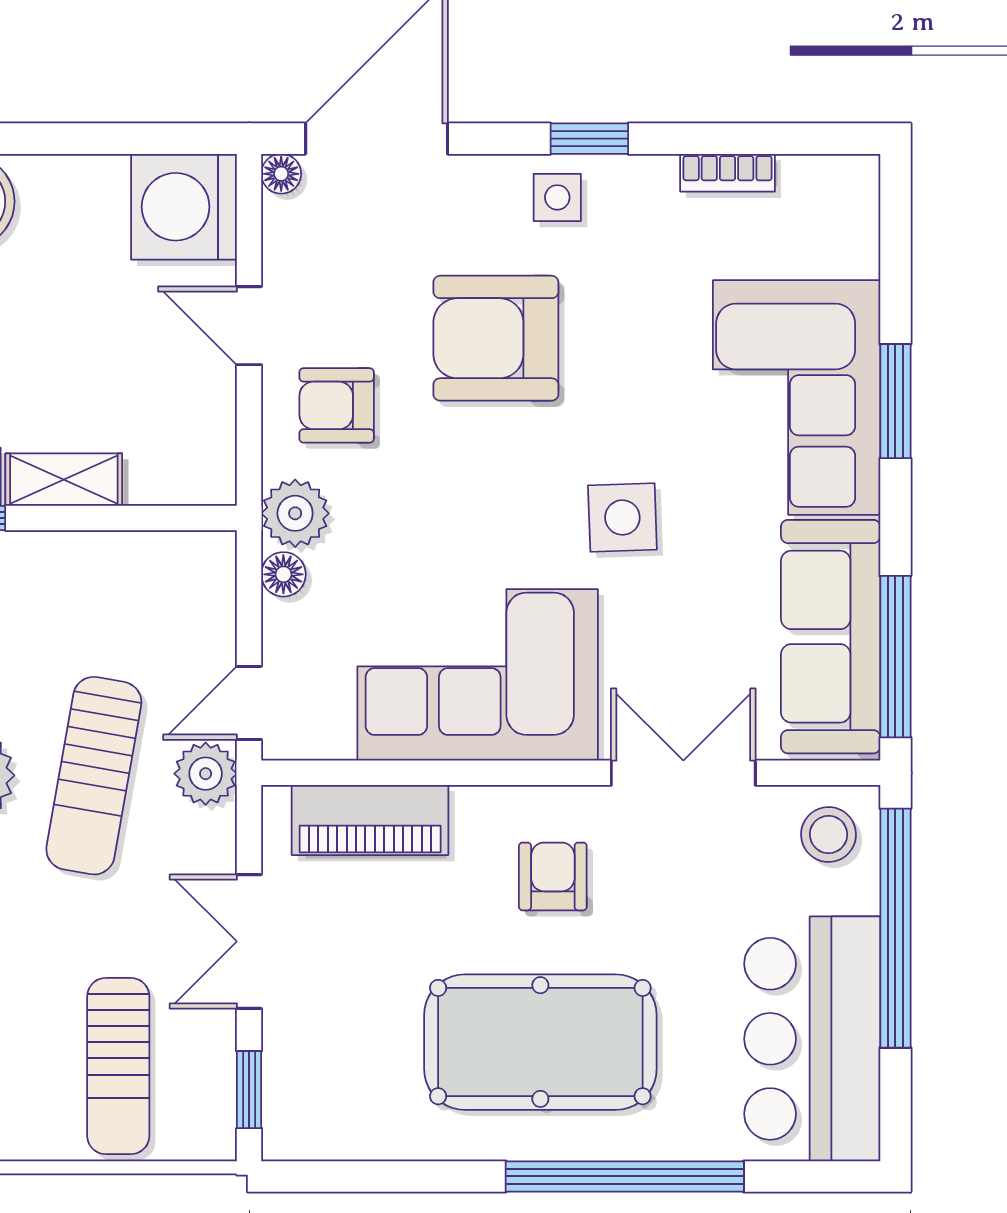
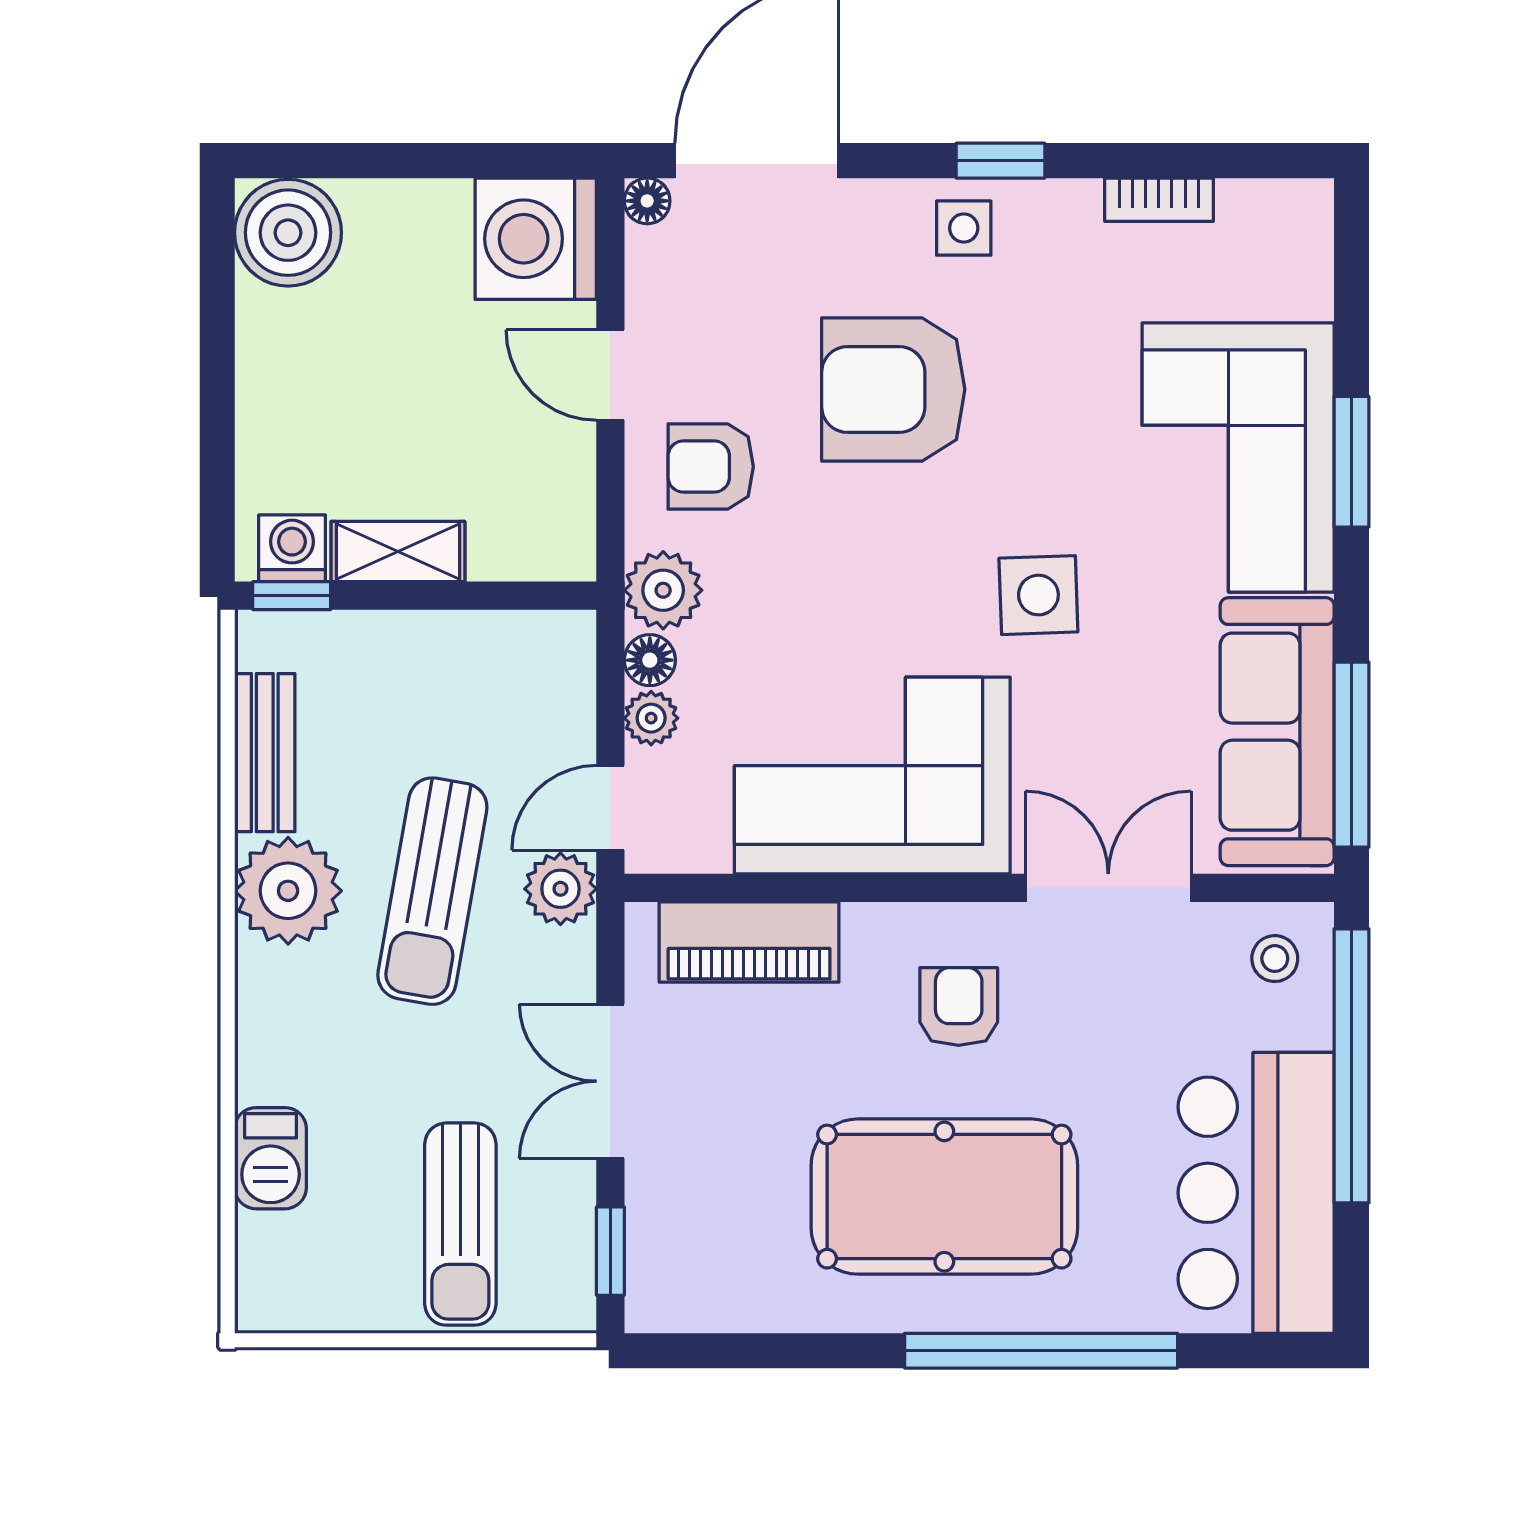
plant: (285, 625) -> (651, 718), added
stool: (829, 834) -> (1275, 959), width x0.73, depth x0.73

